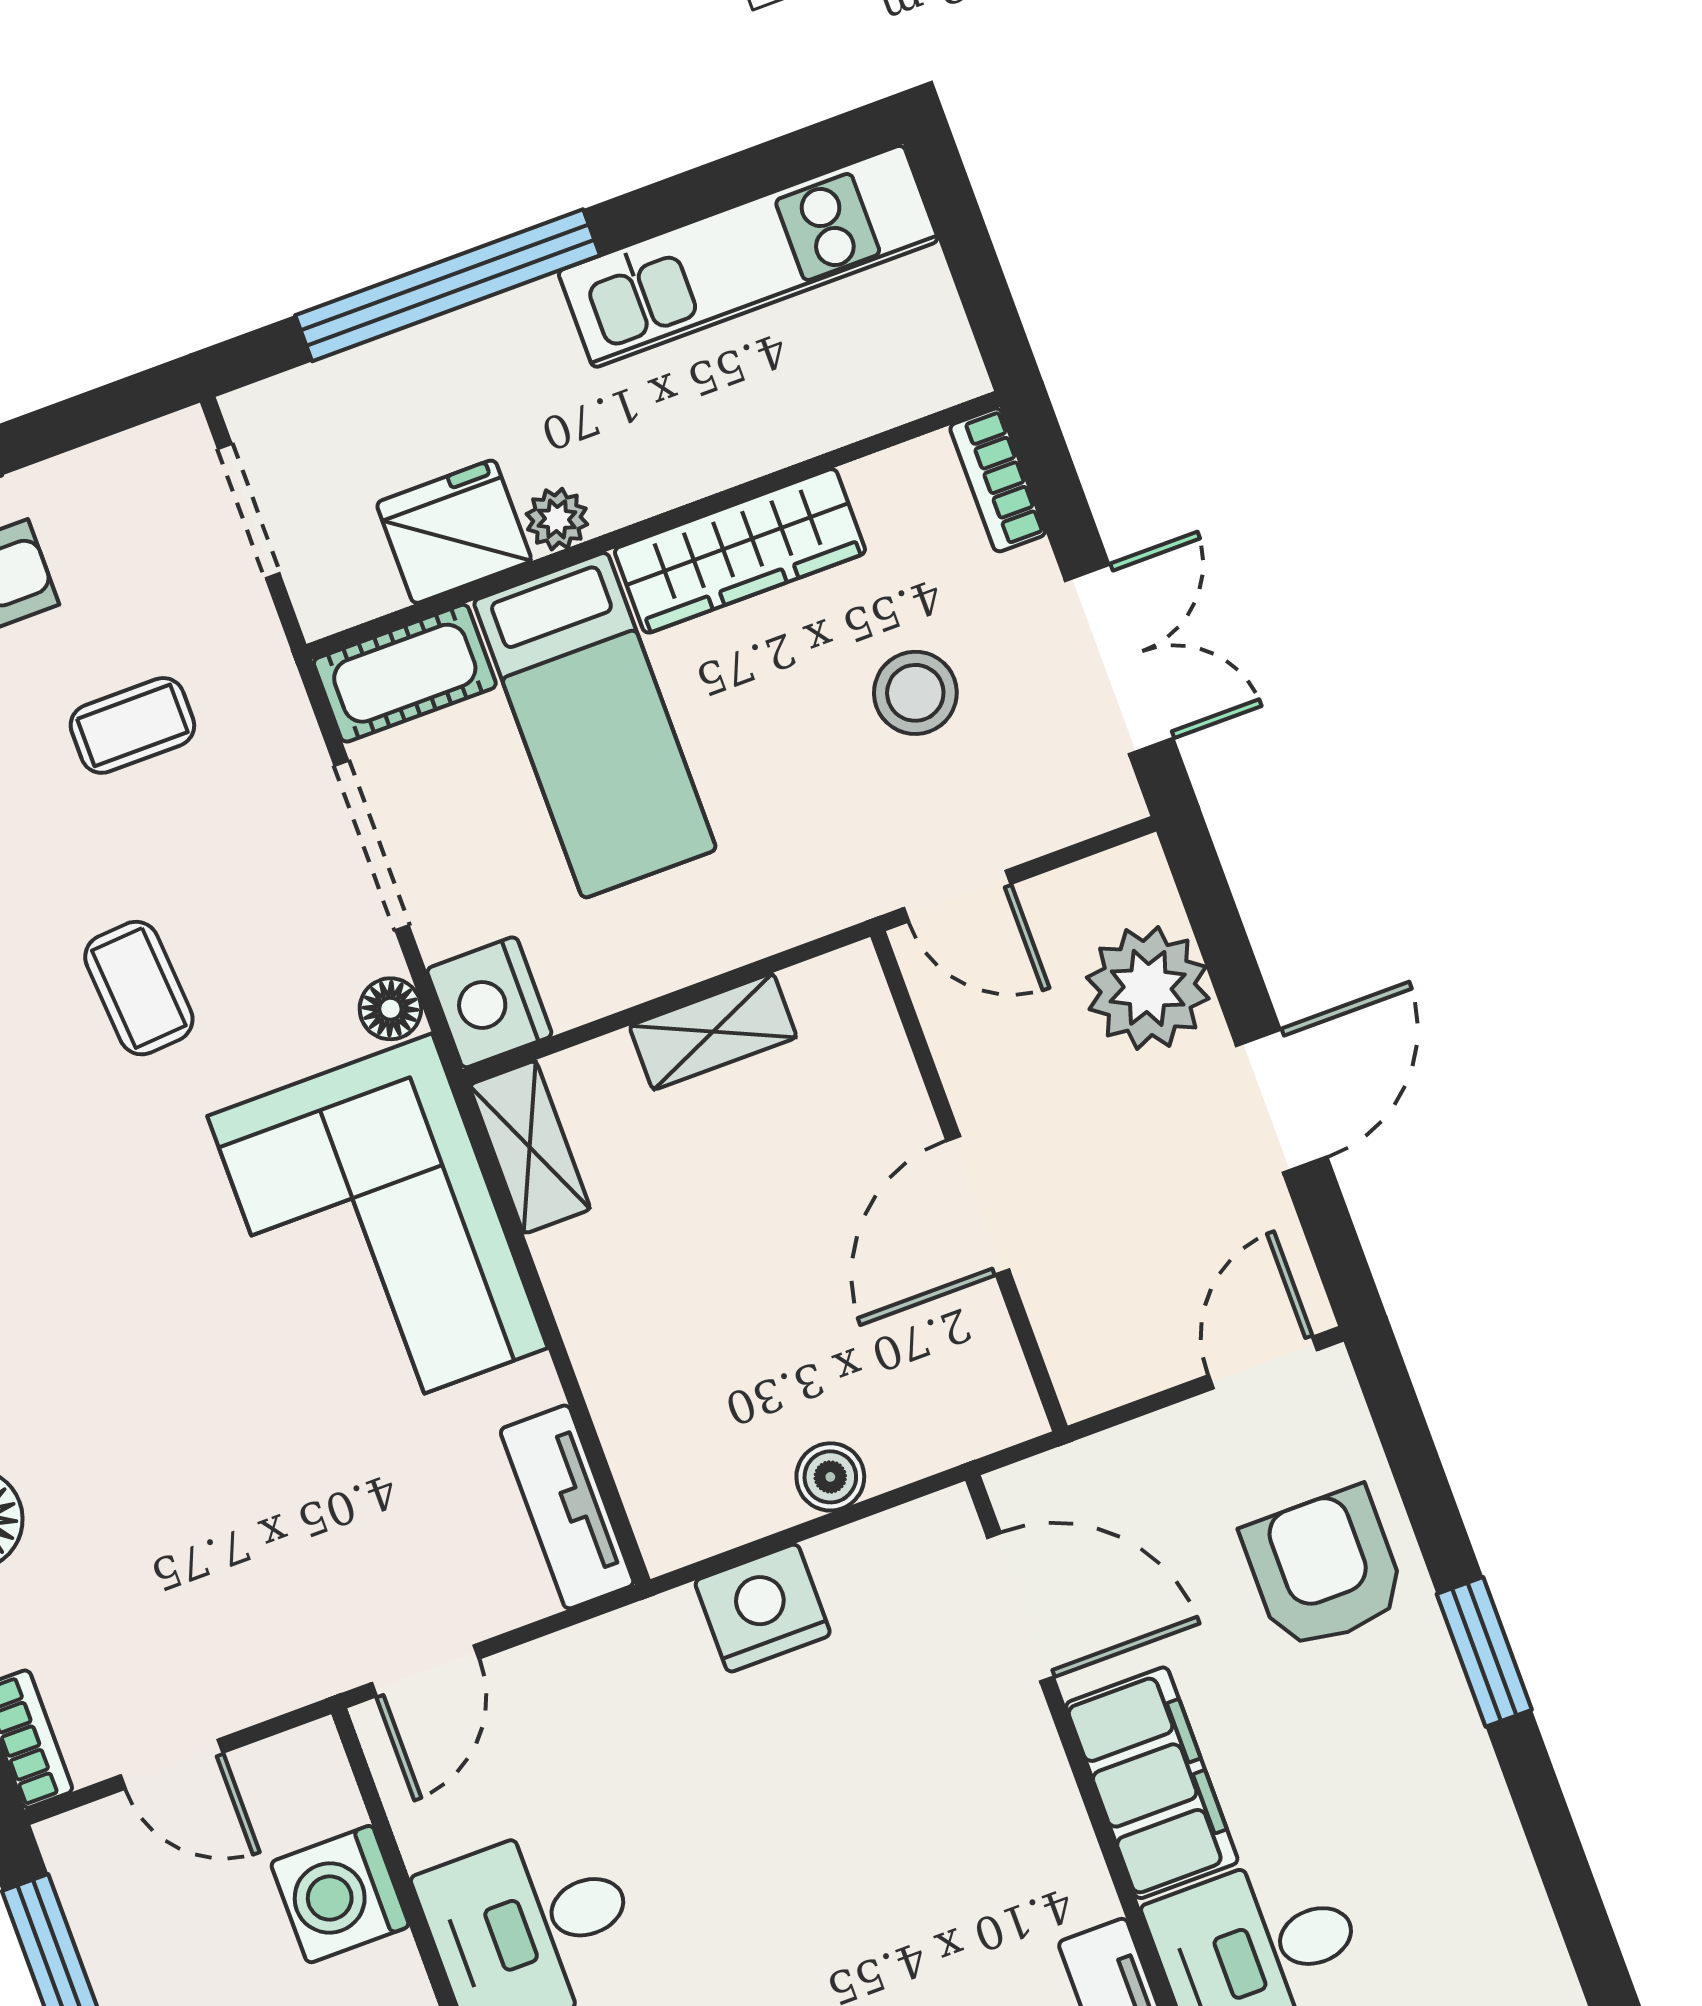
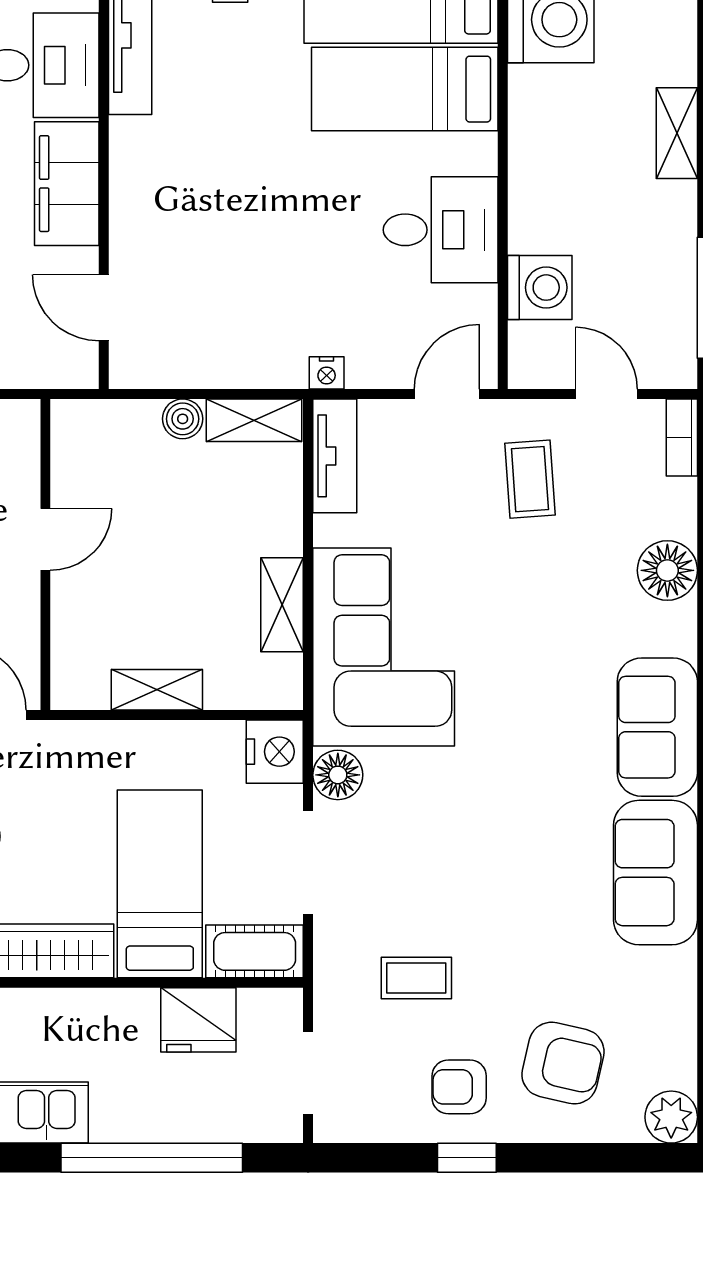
plant: (557, 519) -> (139, 1006), removed
coffee table: (139, 988) -> (530, 479), moved
floor lamp: (390, 1009) -> (338, 775), width x1.37, depth x1.37
shelving: (530, 1147) -> (282, 605), moved
door: (978, 1205) -> (45, 539), width x0.73
shelving: (716, 1516) -> (254, 420), added
door: (1020, 1607) -> (104, 308), width x0.73
nightstand: (763, 1608) -> (327, 373), moved, width x0.53, depth x0.56

